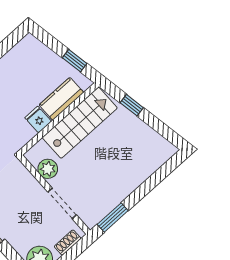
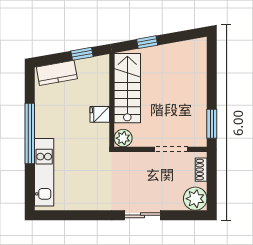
kitchen counter: (61, 99) -> (57, 73), moved, turned -100
plant: (48, 169) -> (123, 138), moved

